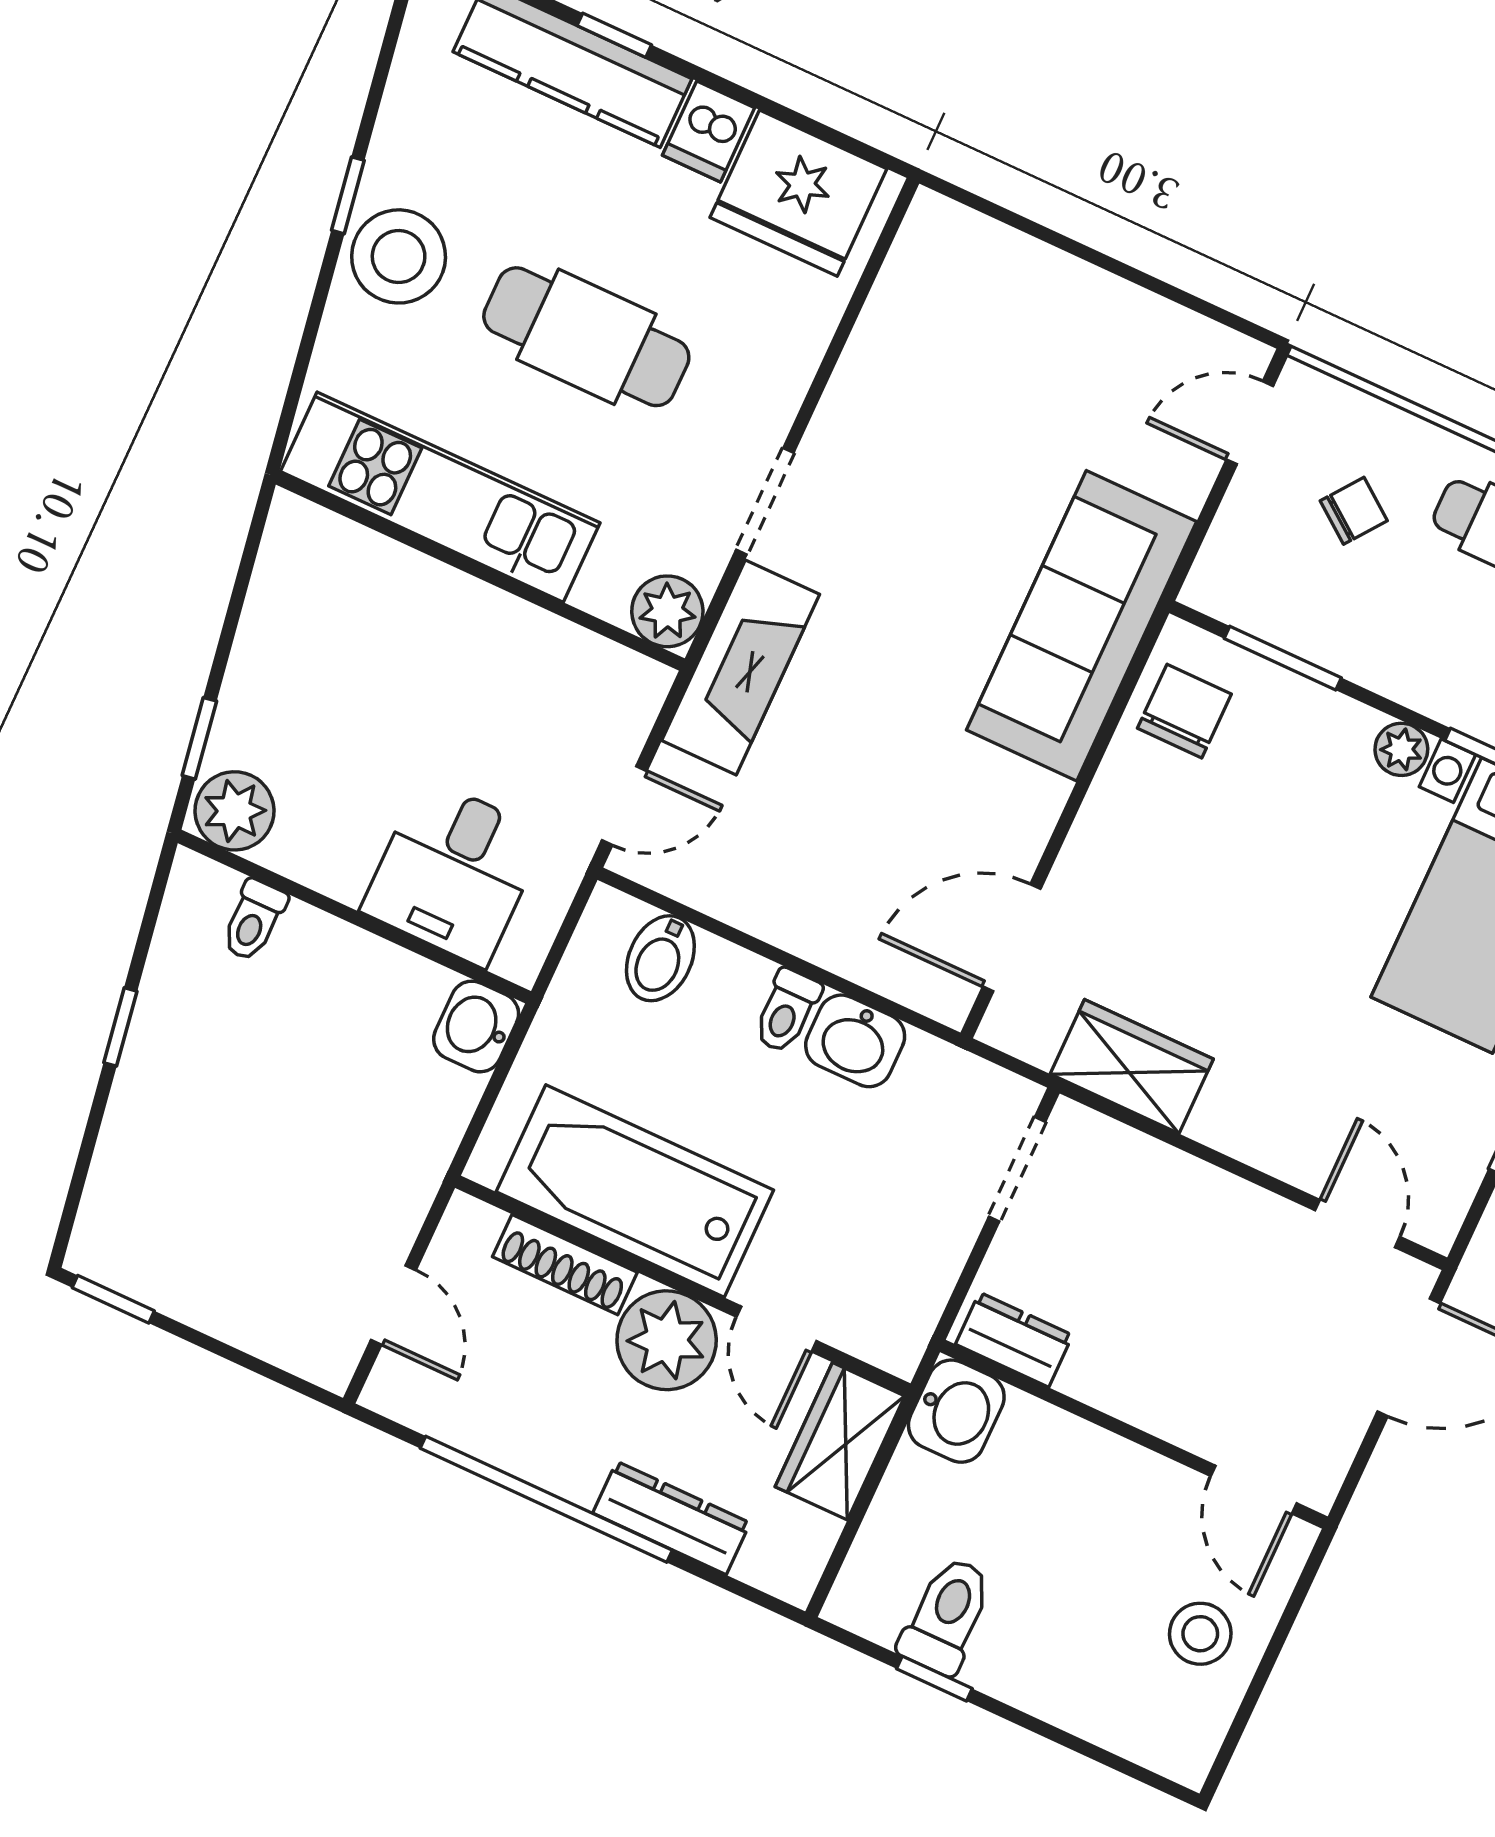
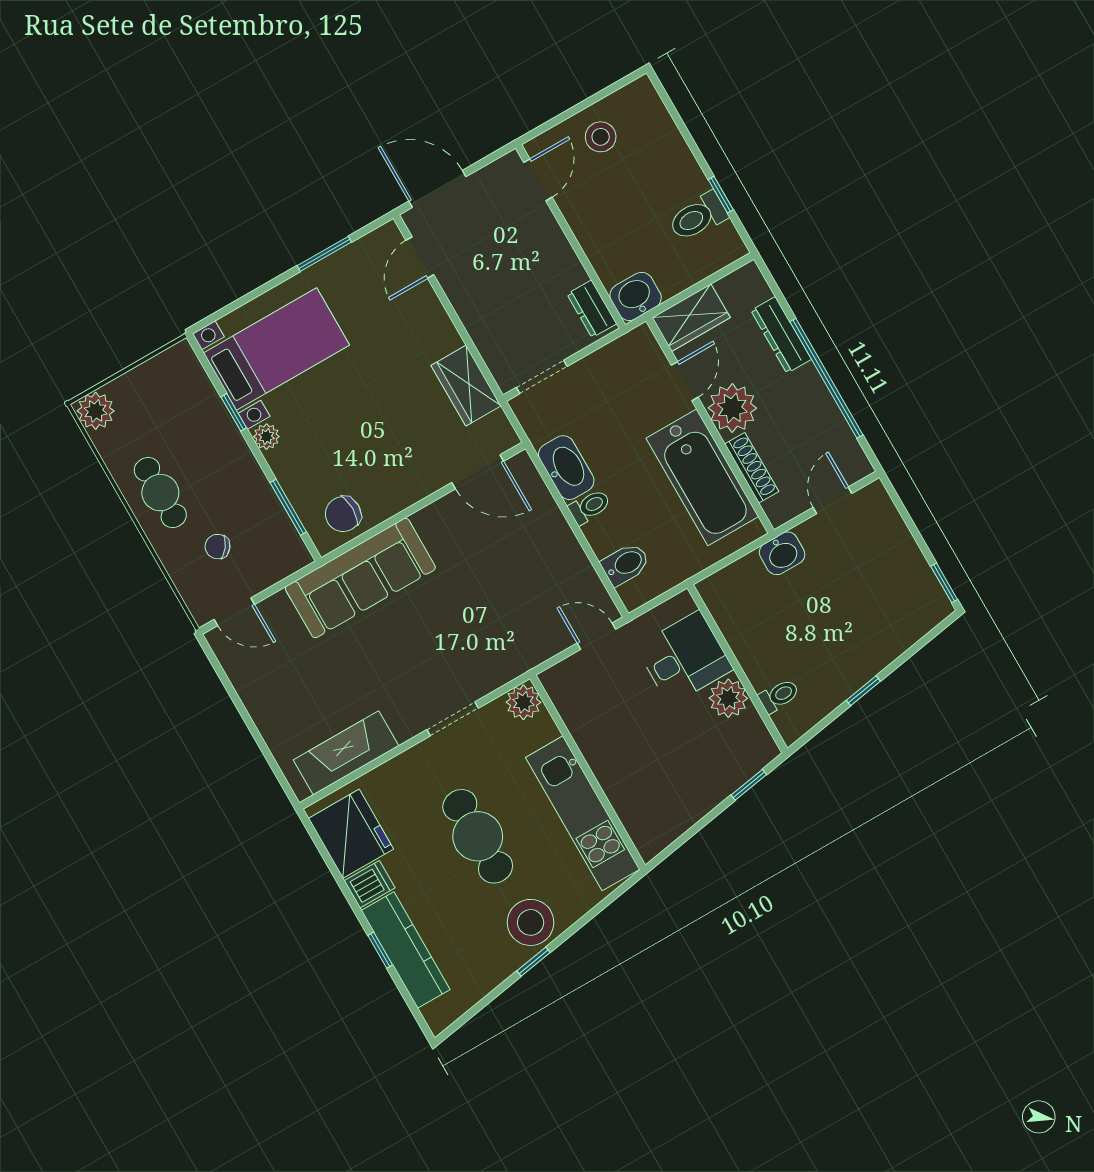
fireplace: (741, 667) -> (346, 753), moved
plant: (234, 811) -> (728, 698), moved
washbasin: (476, 1026) -> (782, 553), moved
washbasin: (855, 1041) -> (566, 468), width x1.38

